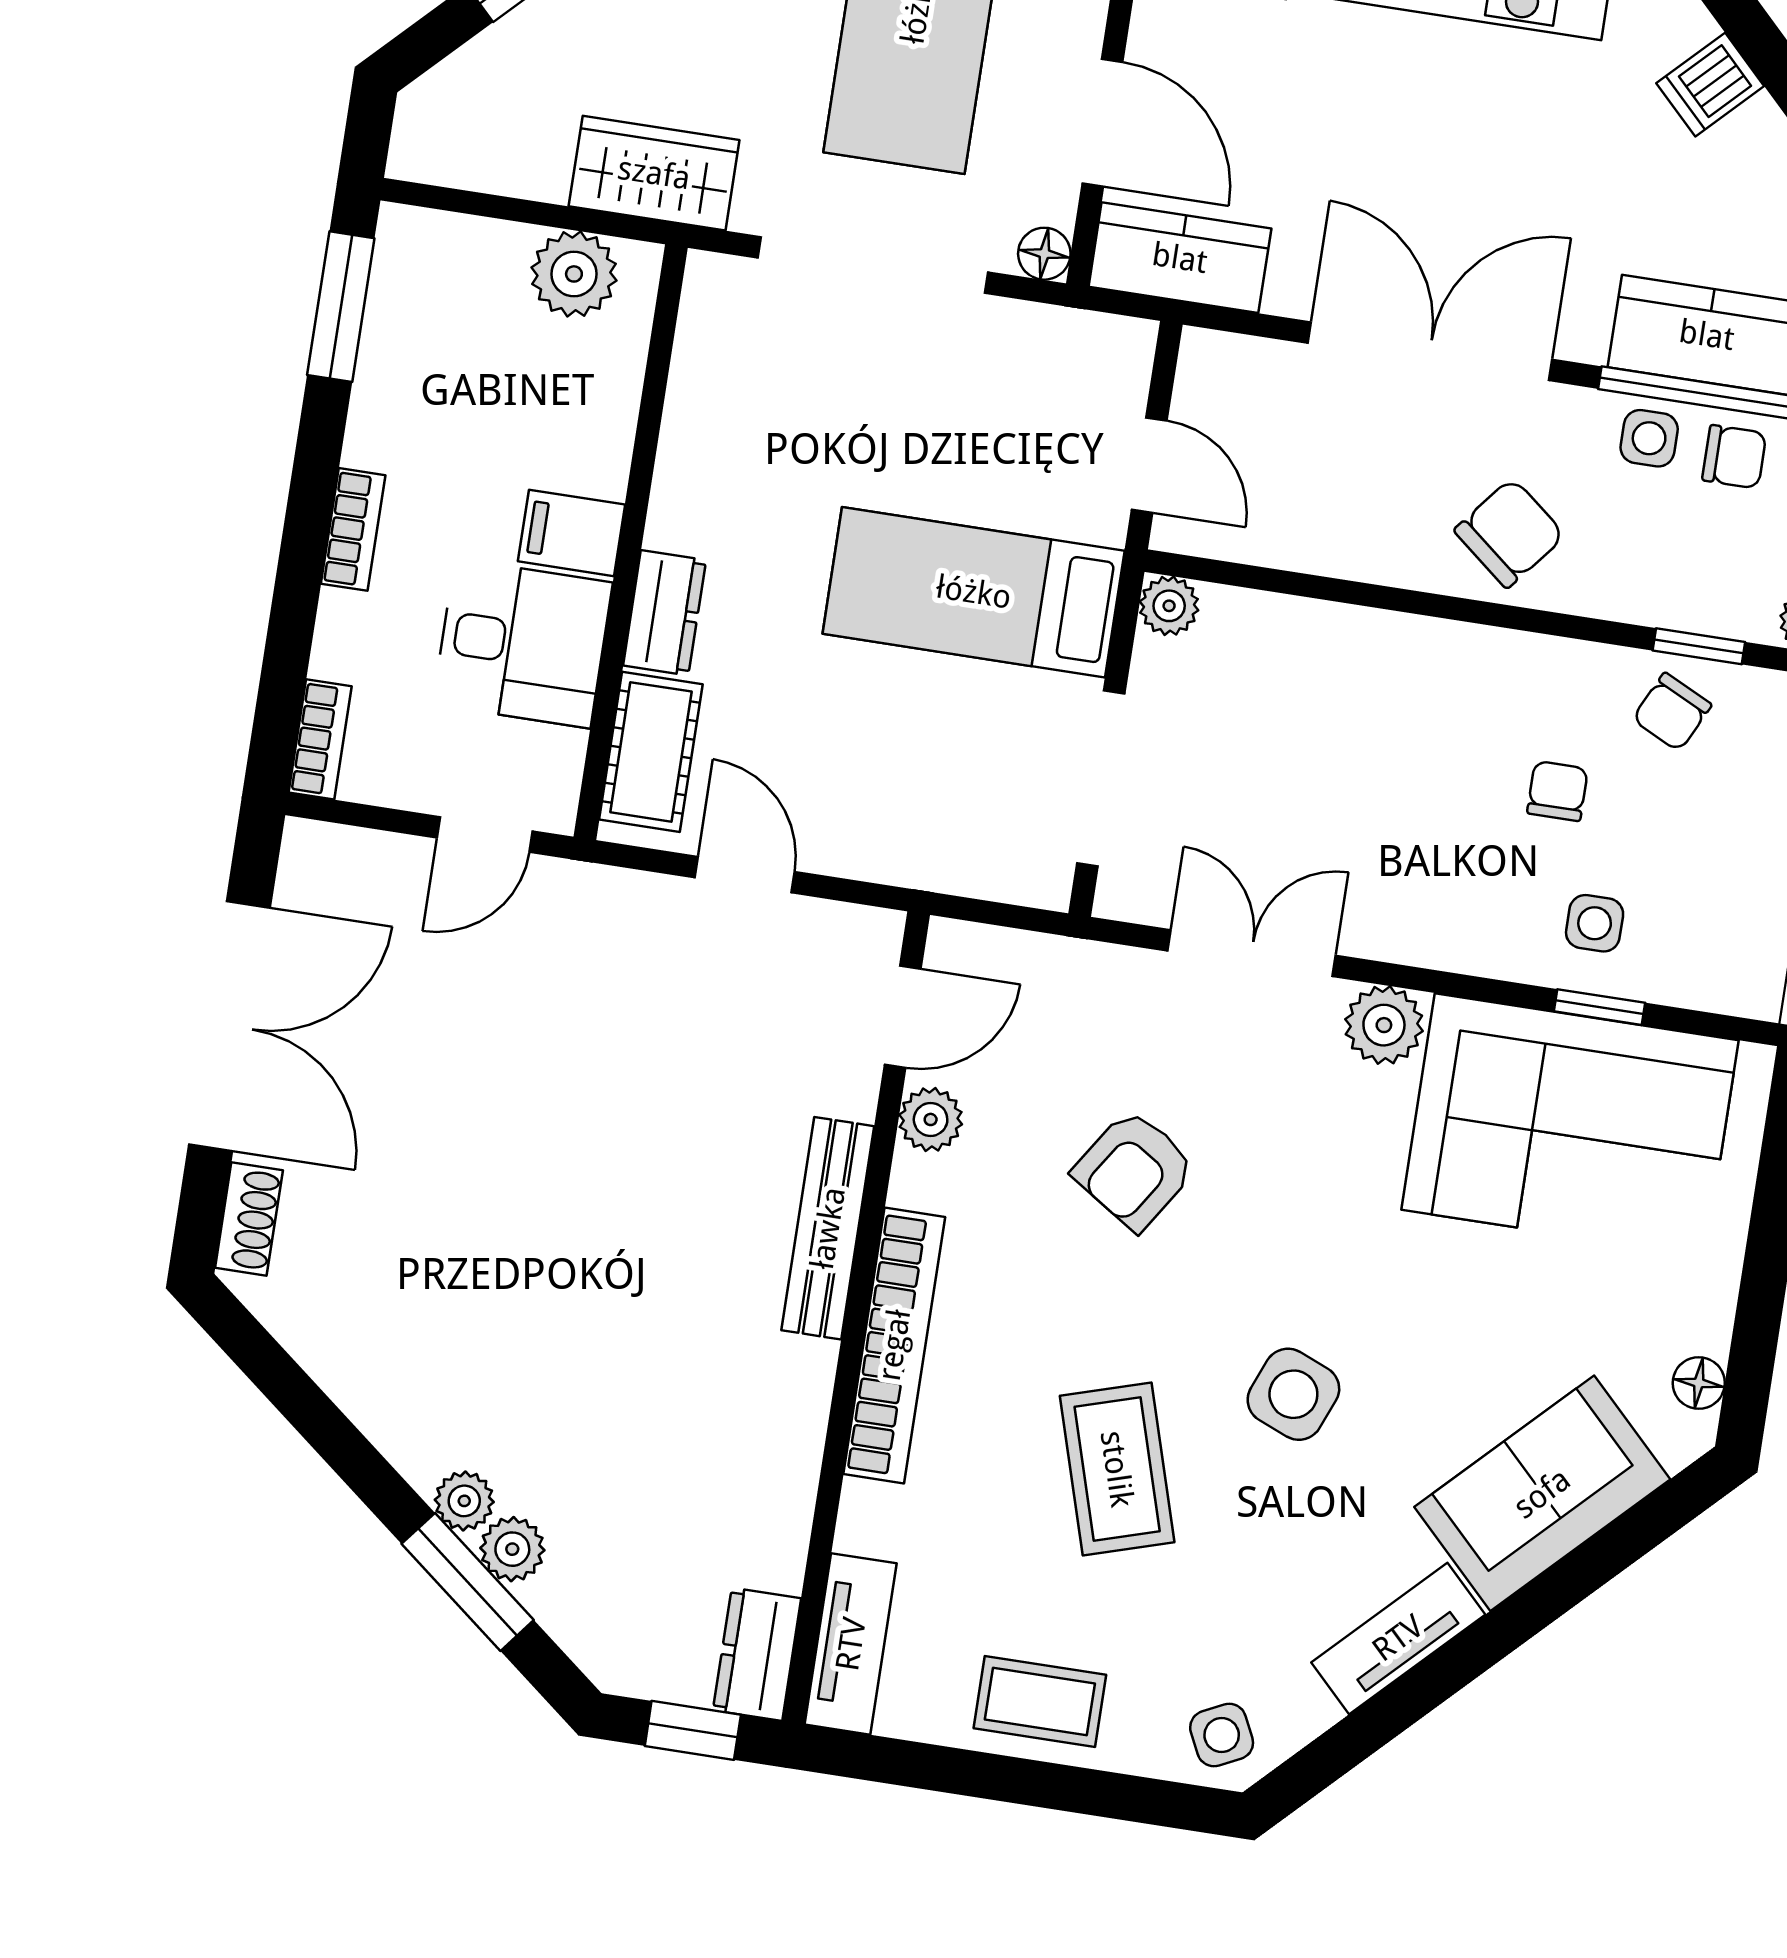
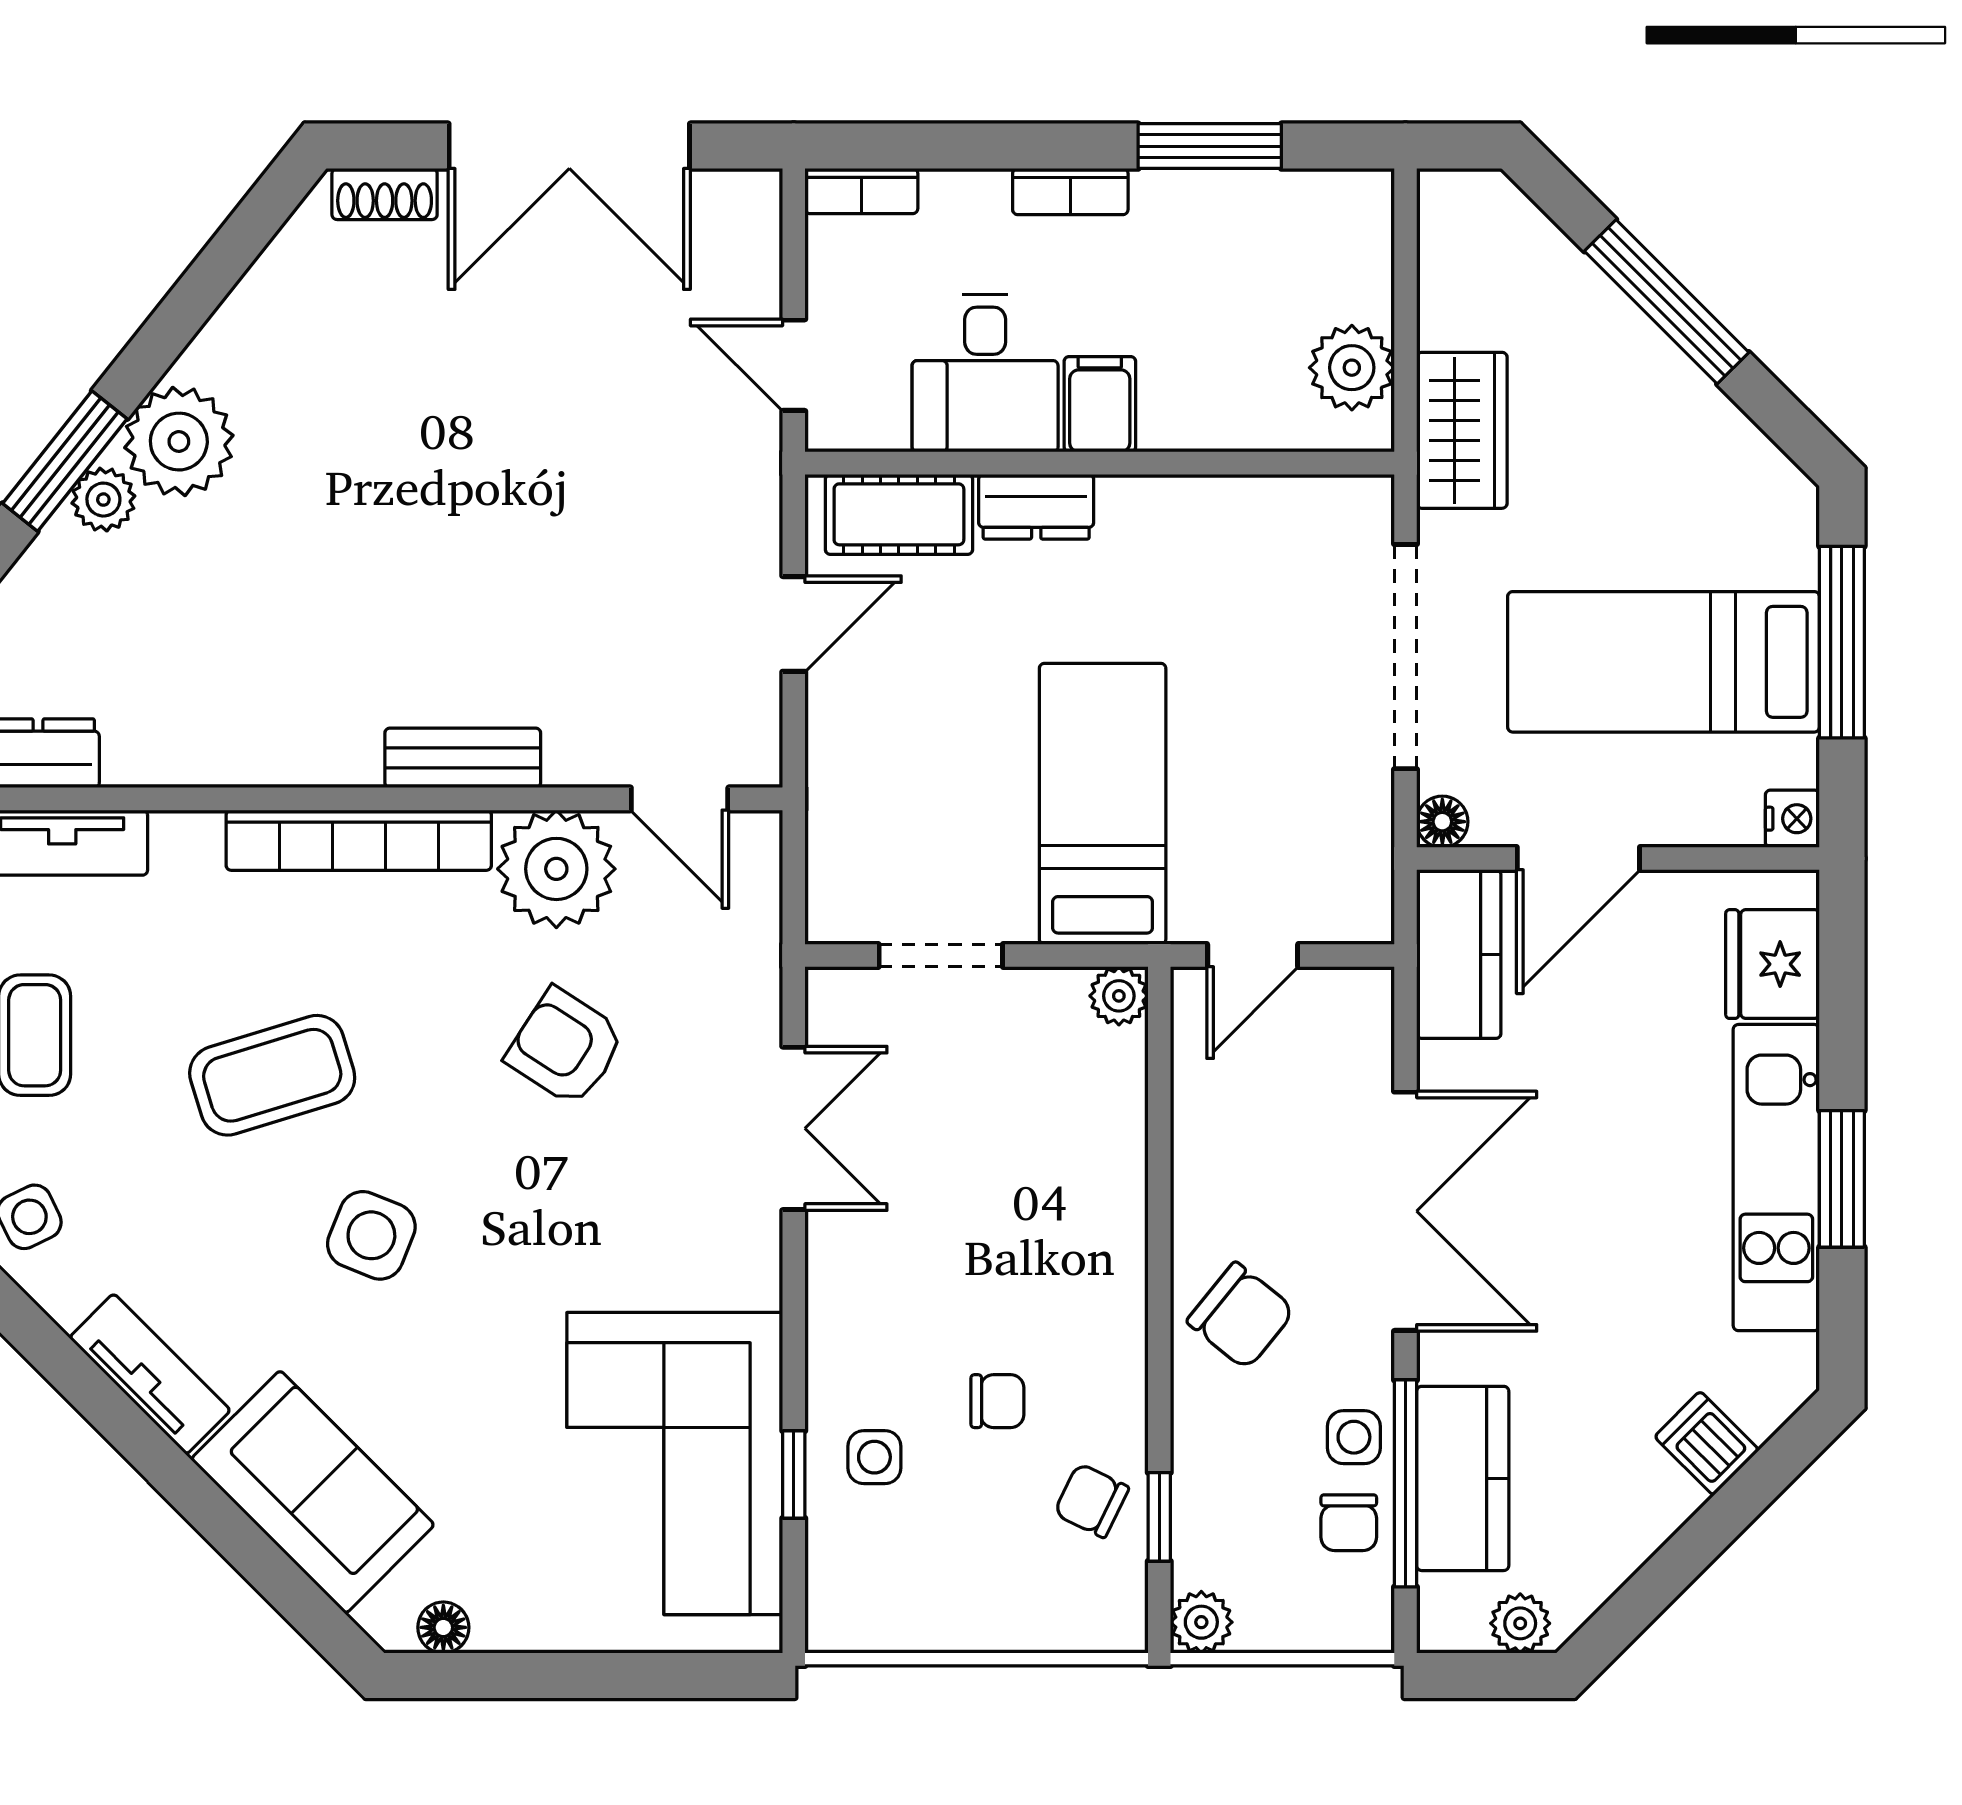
window: (341, 307) -> (1210, 146), moved
doorway: (1101, 779) -> (941, 955), width x0.73
plant: (1384, 1025) -> (744, 1268), removed
plant: (931, 1119) -> (556, 869), width x1.87, depth x1.87
bench: (828, 1228) -> (463, 758), width x0.73
plant: (464, 1501) -> (179, 442), width x1.88, depth x1.88

